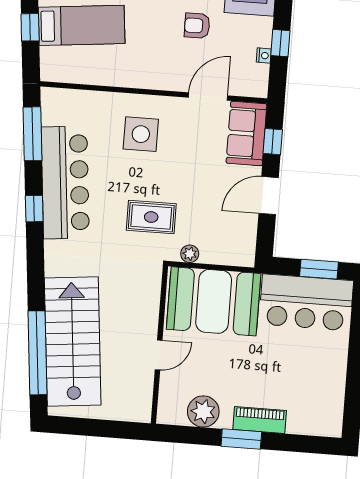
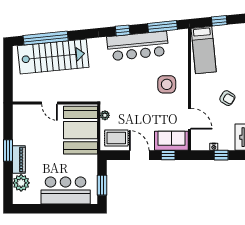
bed: (82, 25) -> (204, 50), moved
armchair: (197, 26) -> (227, 98), moved, turned 120
rug: (151, 217) -> (116, 138), moved, turned 90
bar counter: (306, 302) -> (66, 190), moved, turned 90
plant: (203, 412) -> (21, 183), moved

